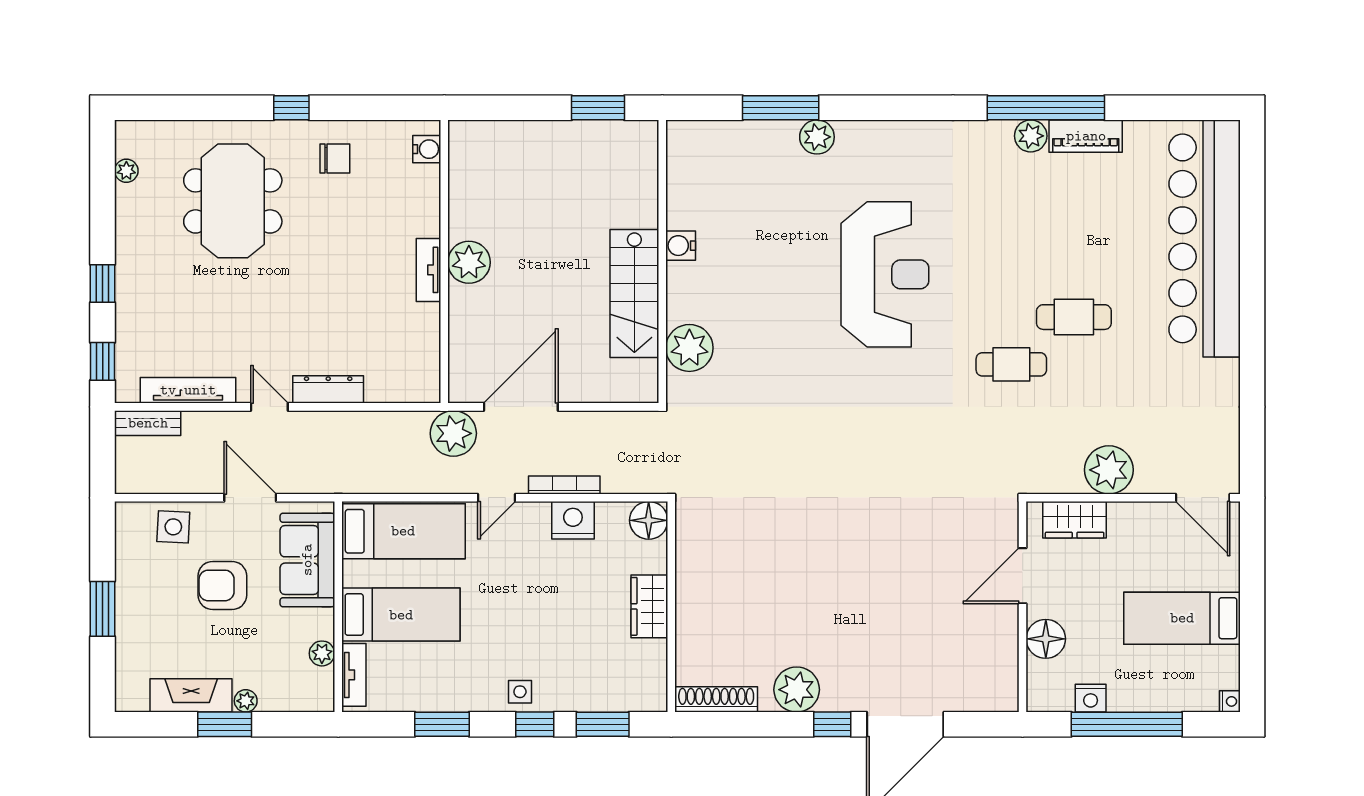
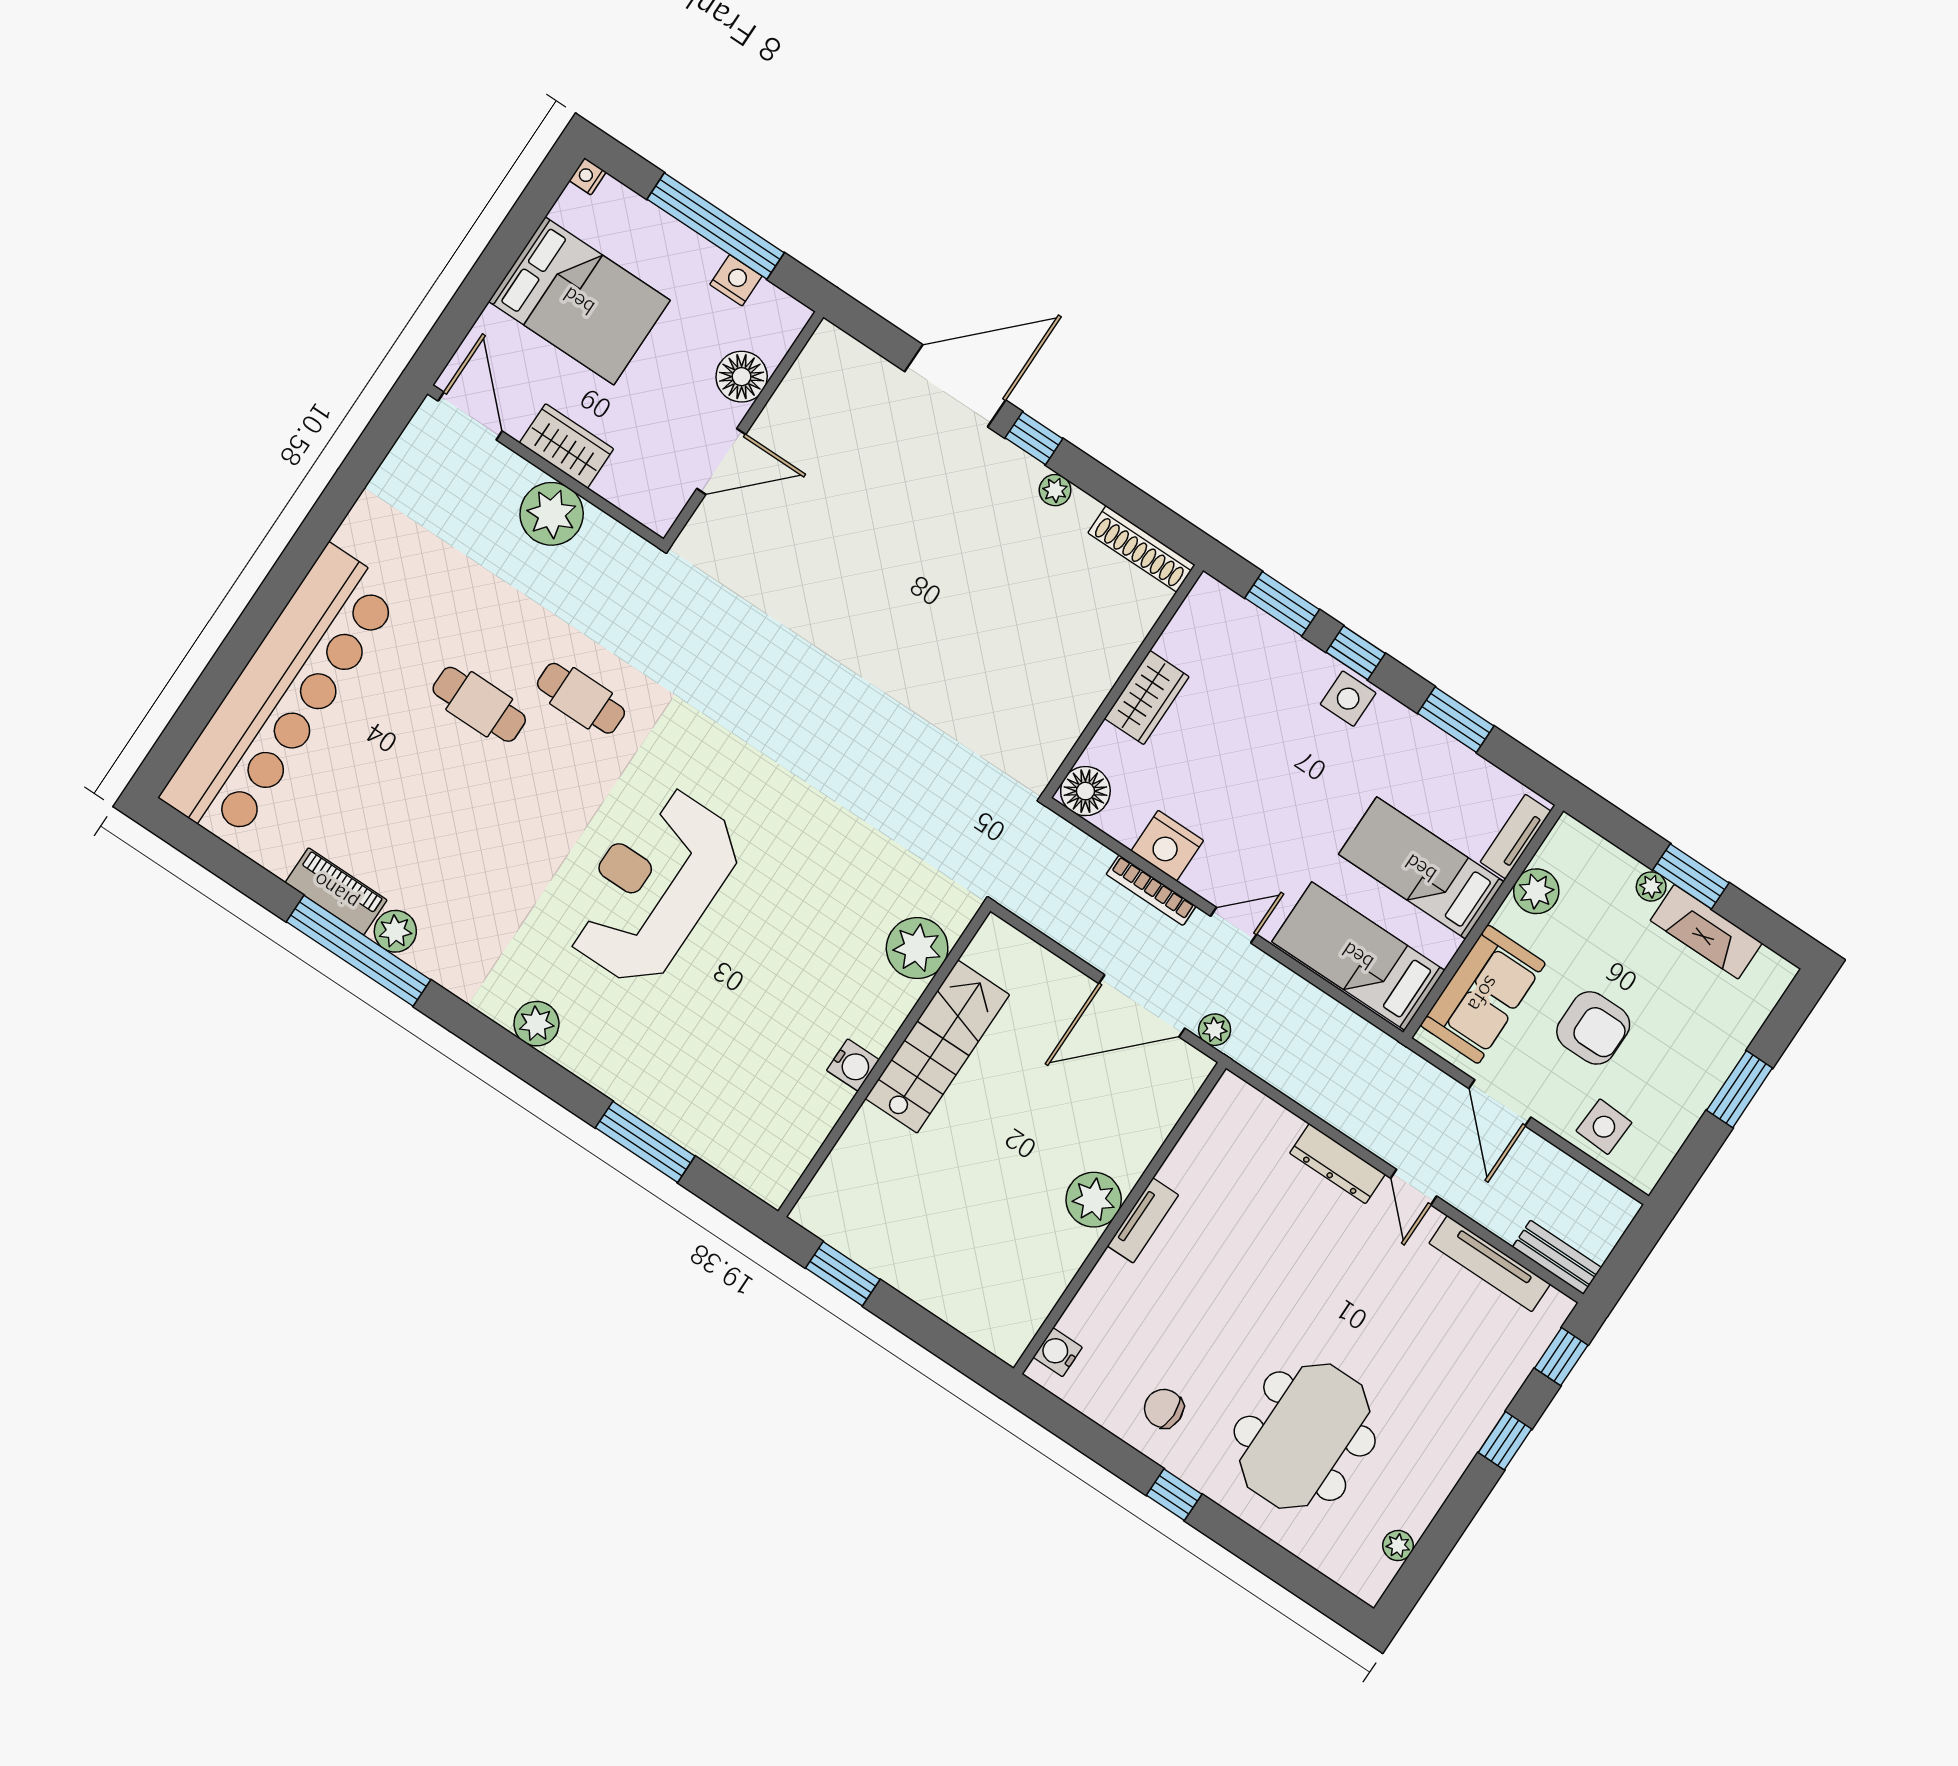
plant: (817, 137) -> (536, 1024), moved
plant: (453, 433) -> (1215, 1030), width x0.53, depth x0.53
wardrobe: (1075, 520) -> (566, 446), moved
bed: (1182, 618) -> (579, 301), width x1.50
plant: (322, 653) -> (1536, 891), width x1.38, depth x1.38
plant: (797, 690) -> (1055, 490), width x0.53, depth x0.53
side table: (520, 692) -> (1348, 699), width x1.37, depth x1.37

